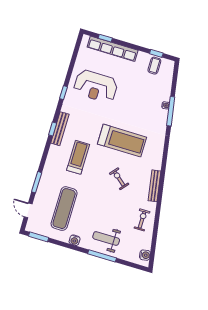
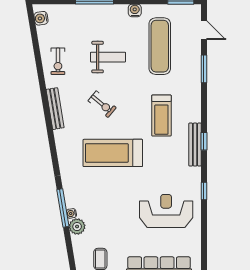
plant: (164, 94) -> (77, 227), added
weight bench: (106, 238) -> (108, 57), moved

